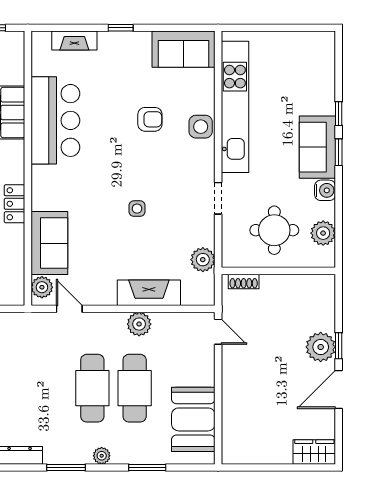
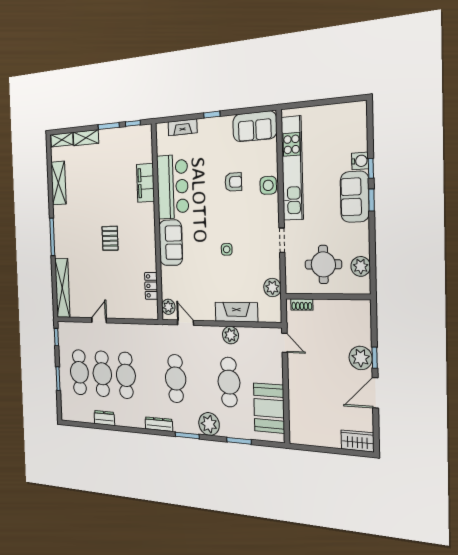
water cooler: (325, 190) -> (360, 161), moved
locker: (15, 204) -> (151, 286), moved
sofa: (49, 243) -> (171, 243), moved
cafe table: (92, 388) -> (176, 379), moved
plant: (102, 456) -> (209, 424), width x1.87, depth x1.87

